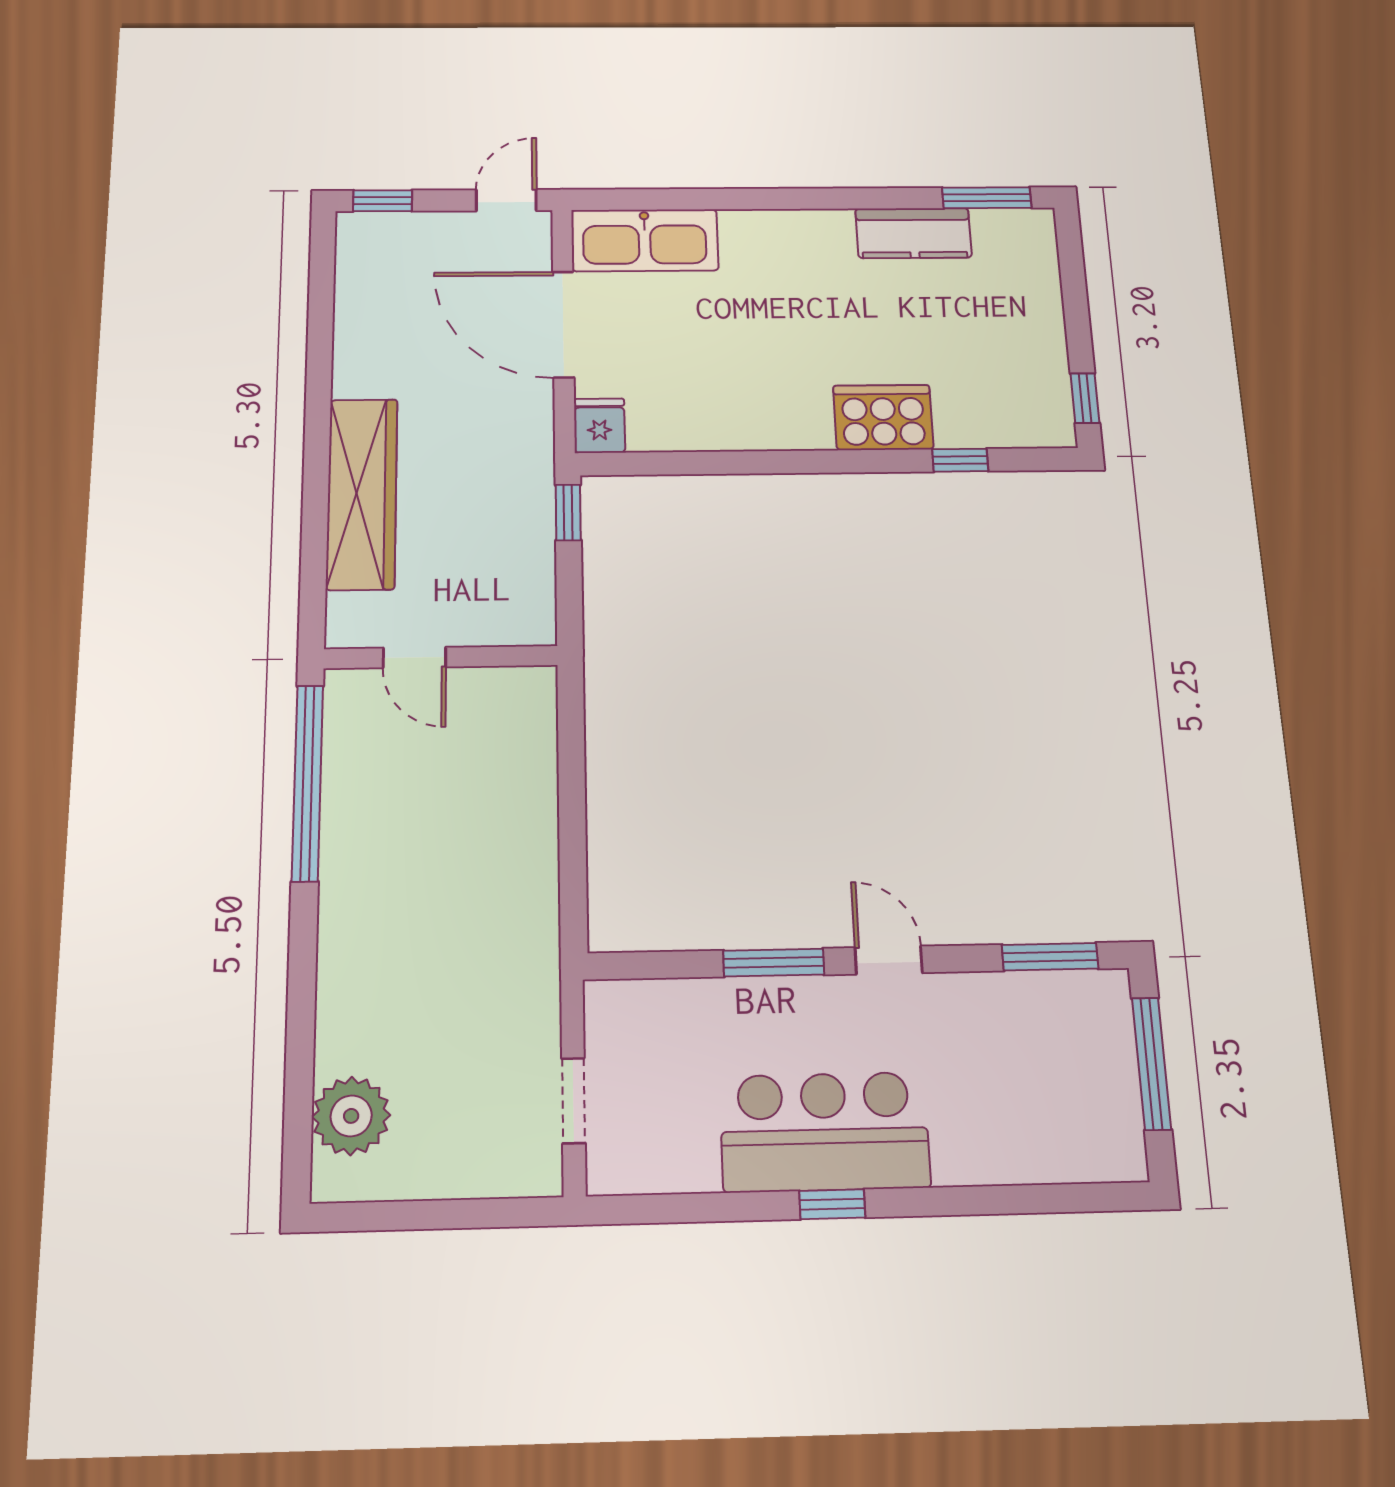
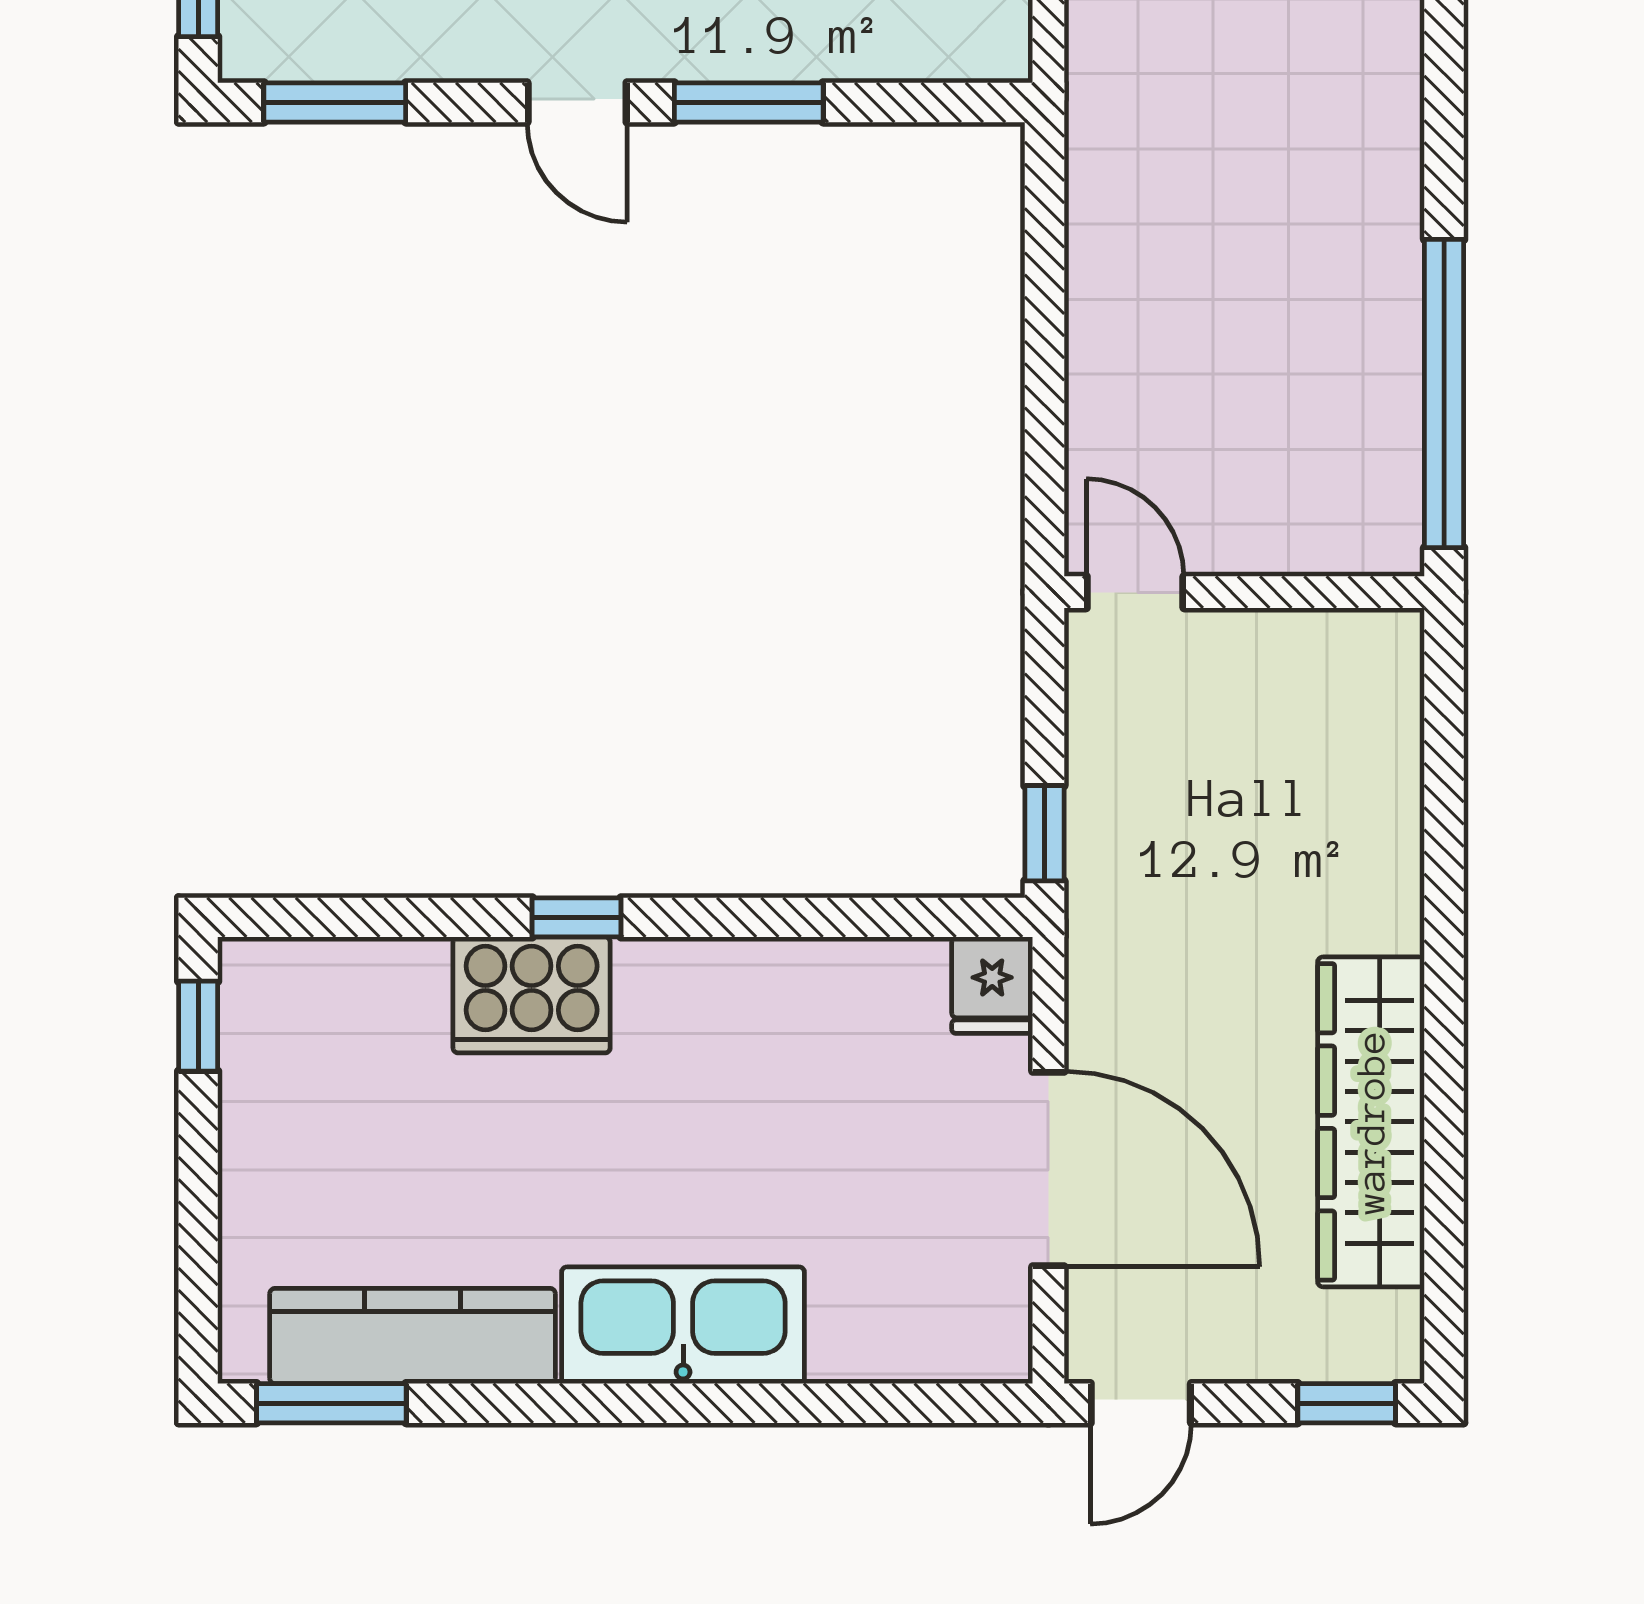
kitchen counter: (913, 233) -> (413, 1336), width x1.50
kitchen sink: (645, 240) -> (683, 1325), moved
window: (960, 460) -> (577, 917), moved
wardrobe: (362, 493) -> (1371, 1122), moved
door: (414, 657) -> (1135, 592), moved

